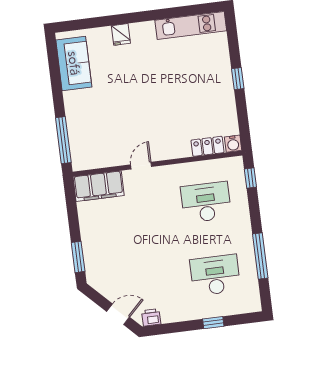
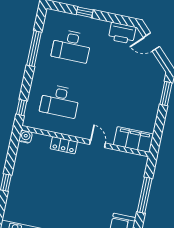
window: (63, 140) -> (145, 195), moved
locker: (208, 146) -> (64, 145), moved
door: (141, 166) -> (98, 144), swing flipped
printer: (151, 317) -> (122, 33), width x1.87, depth x1.48

